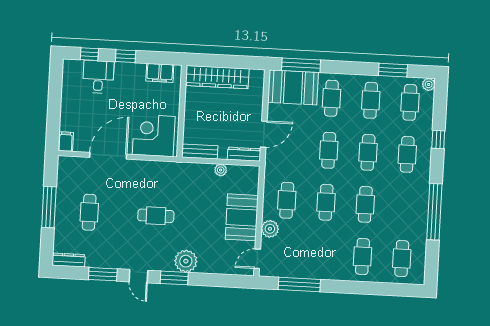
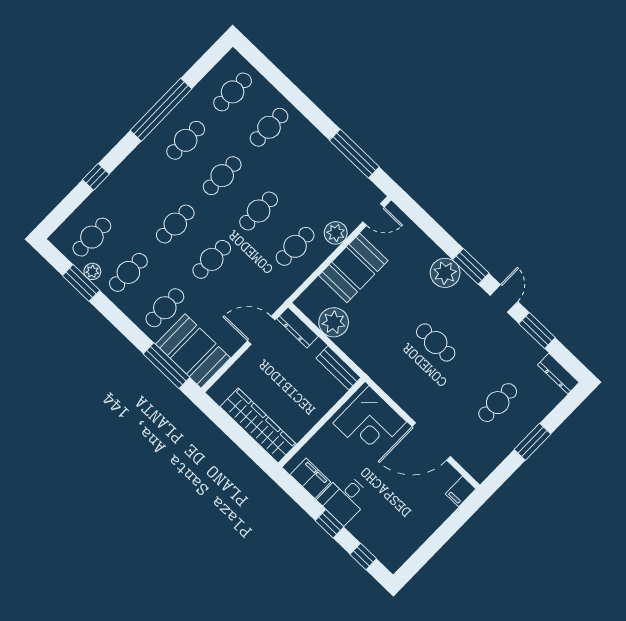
desk: (98, 77) -> (344, 498), moved
plant: (429, 84) -> (92, 271), moved
cafe table: (407, 154) -> (186, 140), moved
plant: (221, 170) -> (334, 322), width x1.88, depth x1.88
window: (49, 207) -> (533, 442), width x0.69

